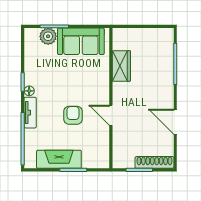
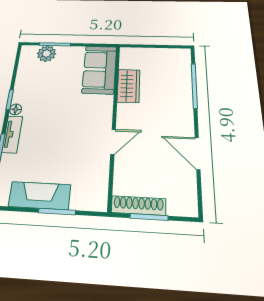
sofa: (81, 41) -> (99, 70), moved, turned 90
armchair: (73, 115) -> (65, 140), removed
door: (111, 115) -> (113, 142), swing flipped
shoe rack: (154, 162) -> (139, 206), moved

